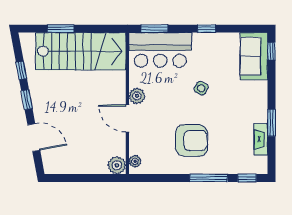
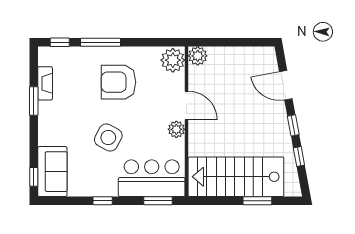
side table: (201, 88) -> (108, 138), width x1.87, depth x1.87
plant: (135, 161) -> (173, 60), width x1.88, depth x1.88

